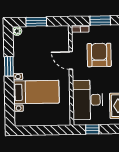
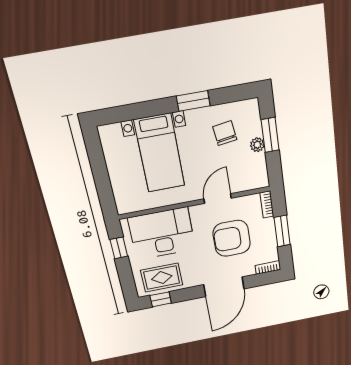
plant: (17, 31) -> (257, 145), moved
chair: (31, 50) -> (225, 133), added
armchair: (99, 55) -> (232, 238), turned 180

